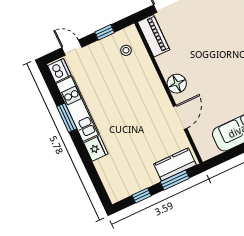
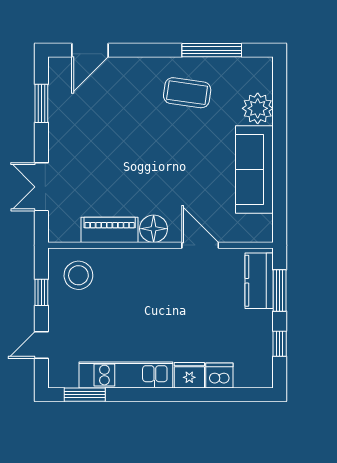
piano: (154, 36) -> (110, 230), moved
stool: (126, 50) -> (78, 275), width x1.89, depth x1.89
dishwasher: (59, 70) -> (219, 376), moved
window: (67, 118) -> (85, 395), moved

